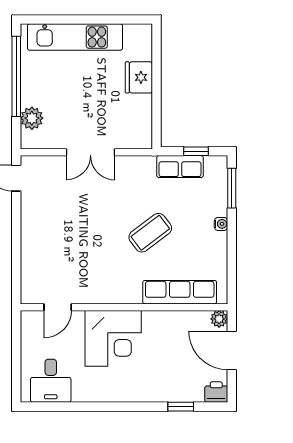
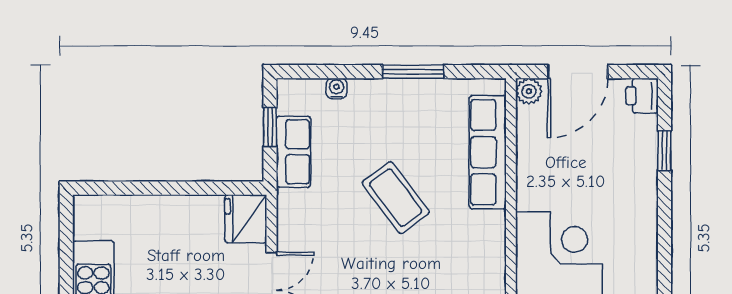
fridge: (139, 77) -> (246, 219), moved, turned 90
window: (232, 188) -> (413, 72), moved
water cooler: (221, 224) -> (337, 88), moved

